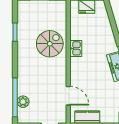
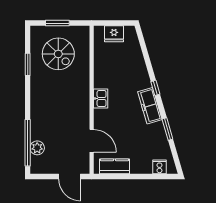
spiral stairs: (50, 44) -> (58, 54), moved, turned 90
kitchen sink: (76, 48) -> (101, 98), moved

